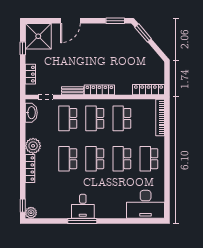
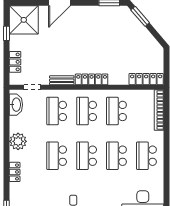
locker: (30, 168) -> (15, 172), width x0.66

